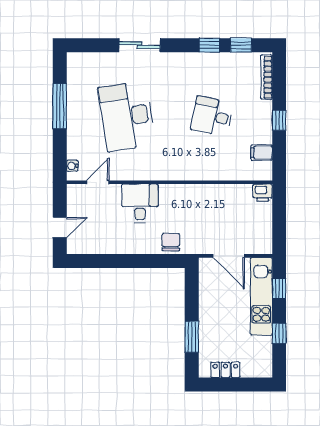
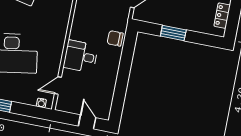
door: (98, 182) -> (58, 86), hinge flipped
window: (192, 337) -> (173, 33), moved

